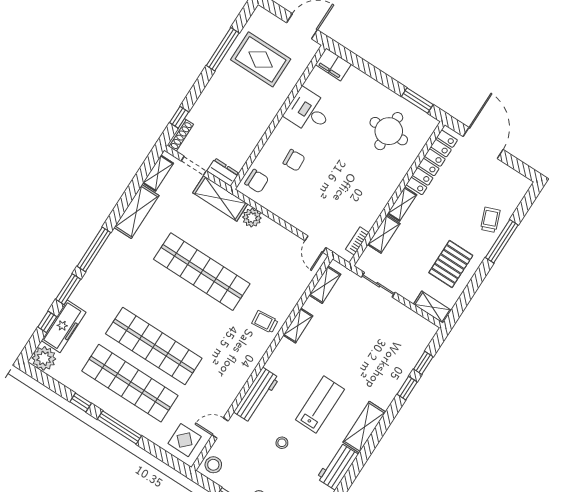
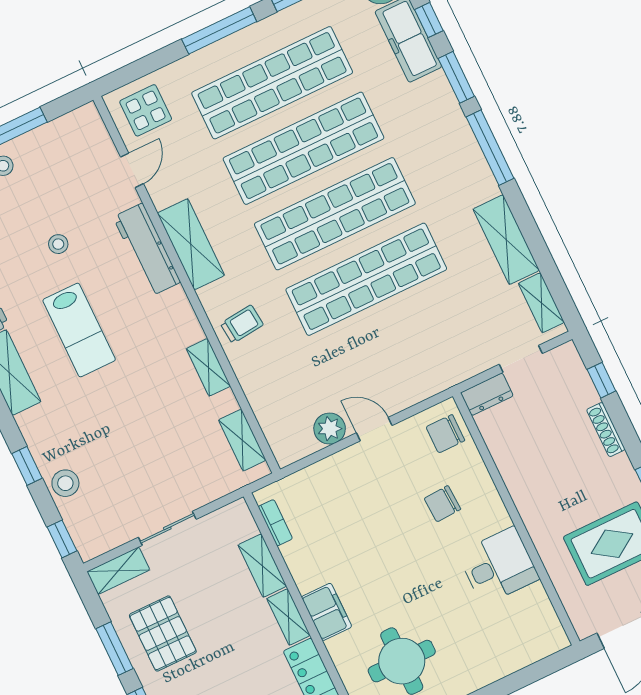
filing cabinet: (333, 64) -> (327, 612), moved, turned 90
shoe rack: (180, 135) -> (606, 430), moved
shelving: (220, 198) -> (191, 244), moved, turned 90
plant: (252, 218) -> (330, 429), moved
door: (315, 244) -> (374, 429), moved
window: (474, 284) -> (115, 649), added
sliding door: (378, 285) -> (167, 528), moved
shop shelf: (178, 309) -> (335, 214), added
window: (423, 363) -> (62, 539), moved
stool: (213, 465) -> (65, 483), moved

